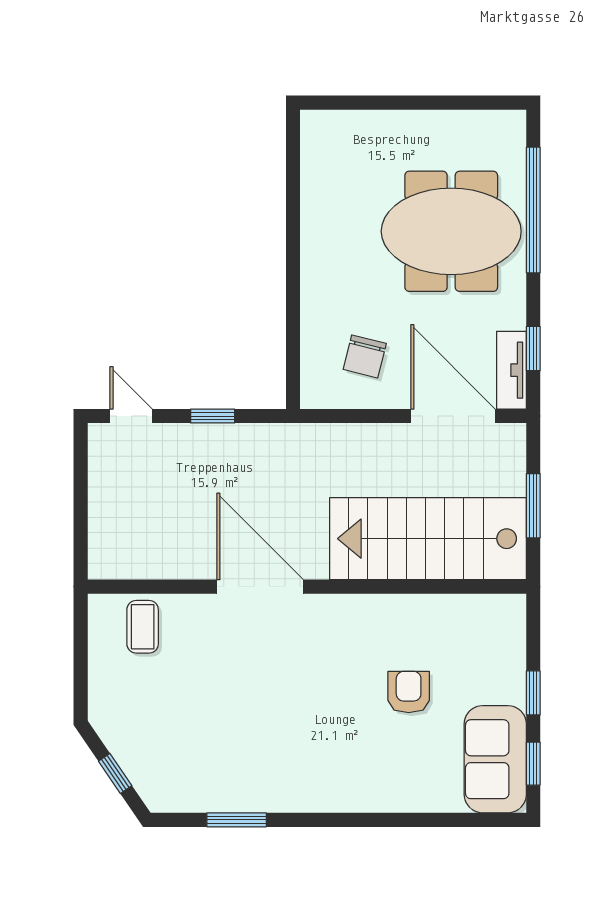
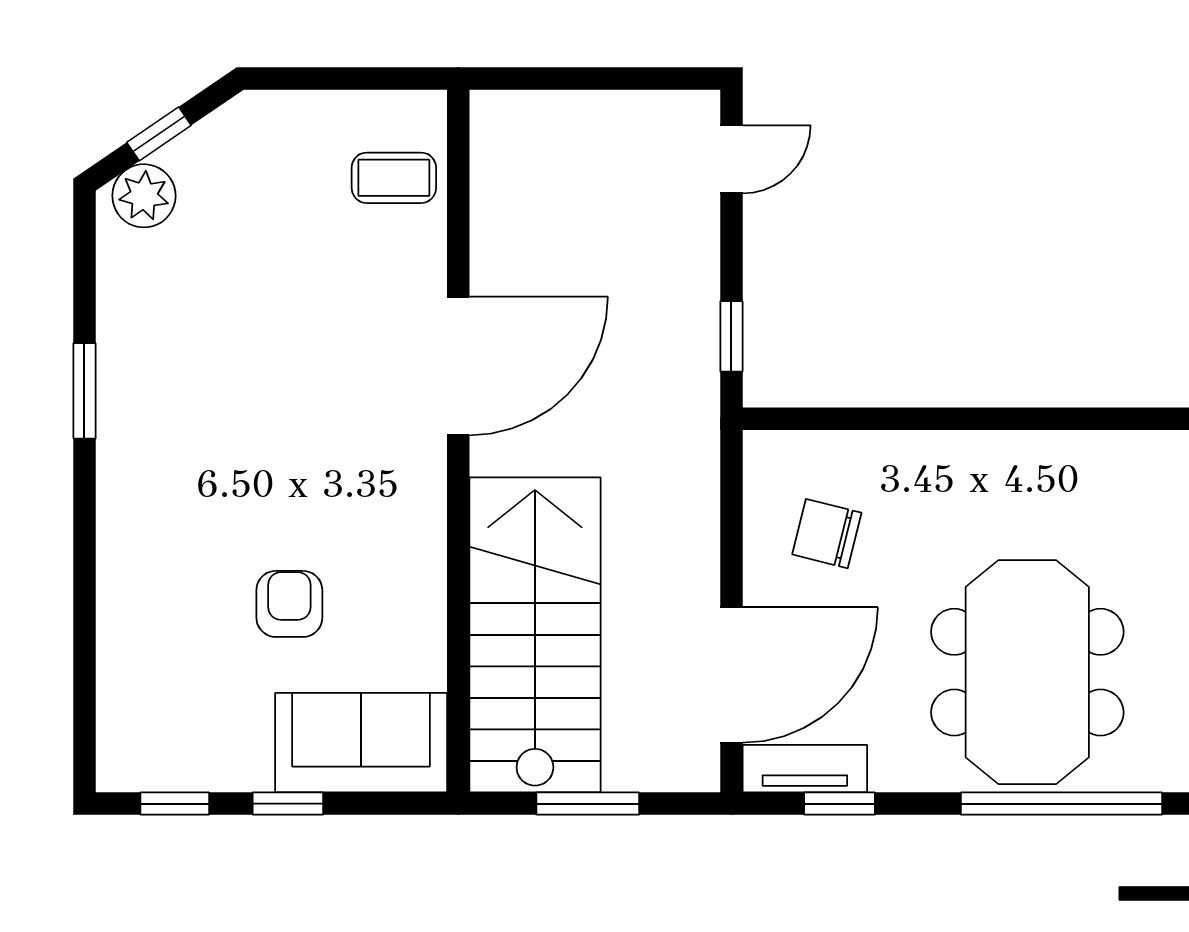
window: (213, 416) -> (731, 336), moved
armchair: (409, 692) -> (289, 604), turned -90
sofa: (495, 759) -> (361, 743), moved
plant: (154, 783) -> (144, 196), added
window: (237, 820) -> (84, 391), moved

